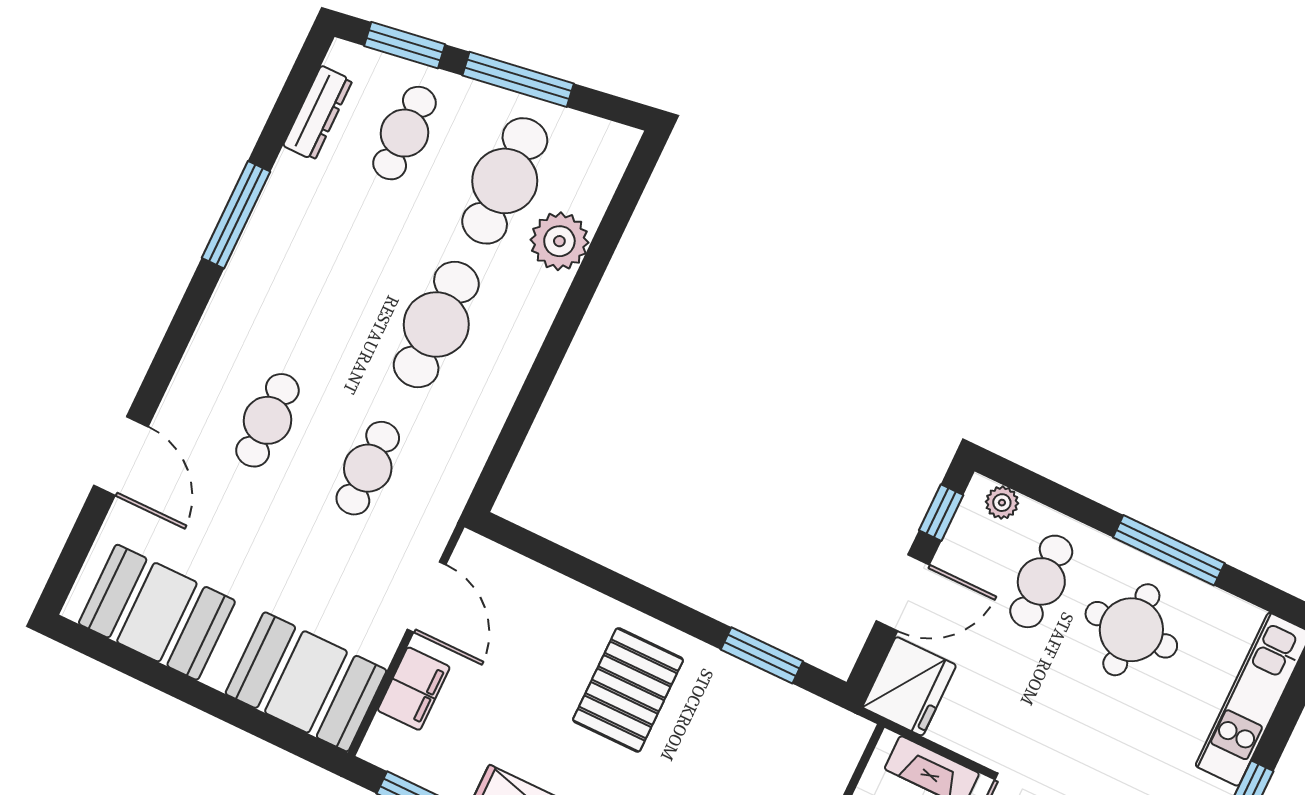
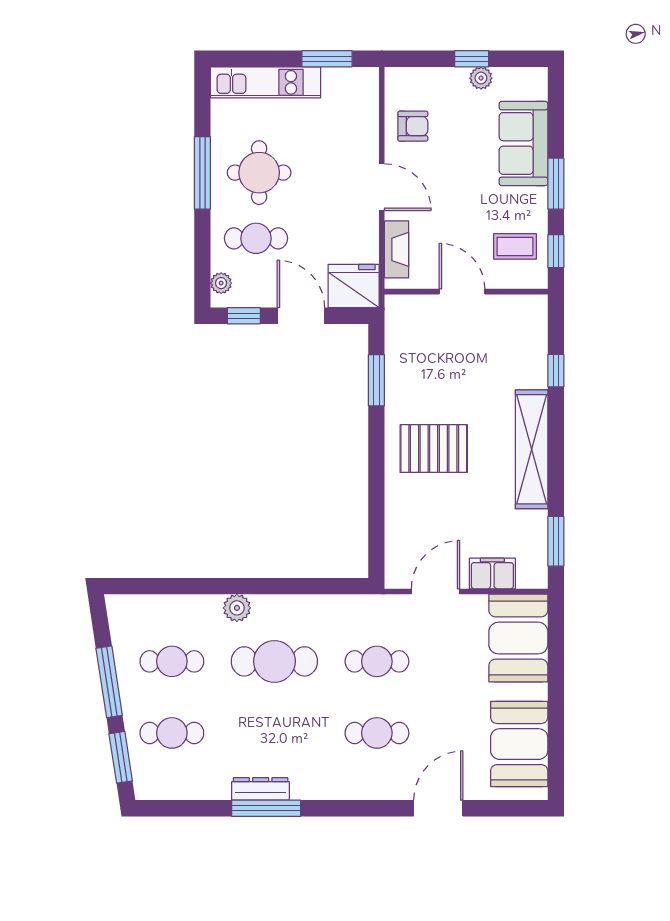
dresser: (318, 113) -> (261, 789), moved
cafe table: (505, 181) -> (172, 661), width x0.73, depth x0.74
plant: (559, 241) -> (237, 608), moved, width x0.73, depth x0.73

